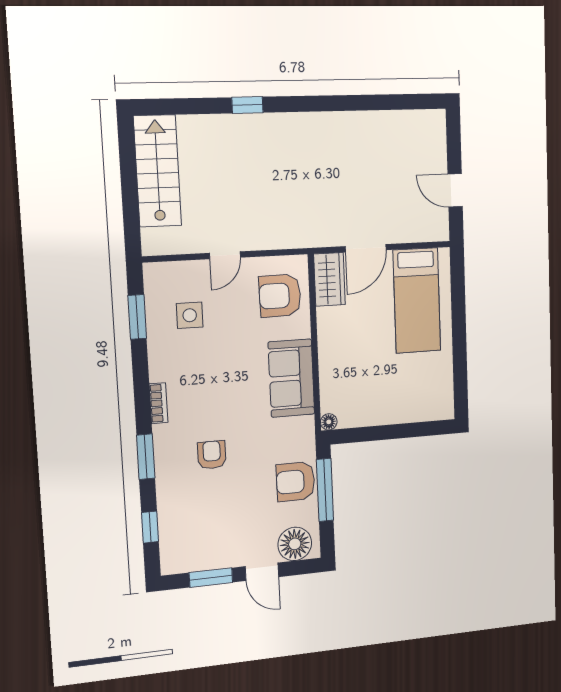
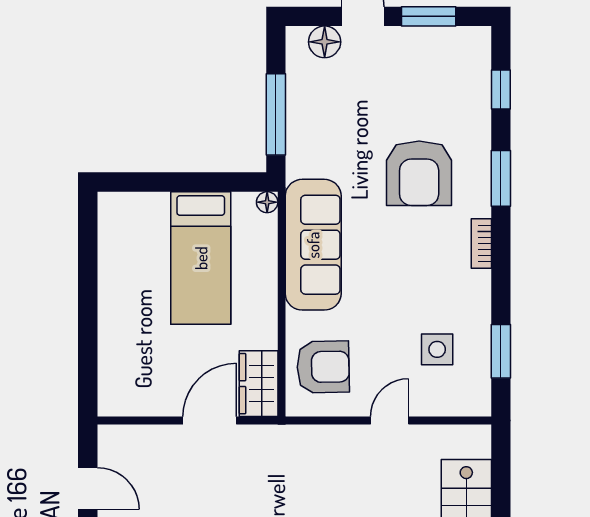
bed: (417, 300) -> (201, 258), moved, turned 180
sofa: (291, 378) -> (313, 245), width x1.36
armchair: (212, 455) -> (419, 173), width x1.88, depth x1.88
armchair: (296, 482) -> (314, 129), removed
floor lamp: (295, 544) -> (325, 42), width x0.73, depth x0.73

